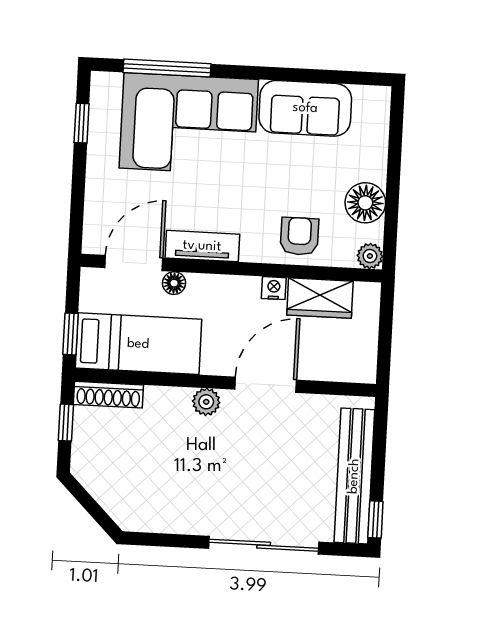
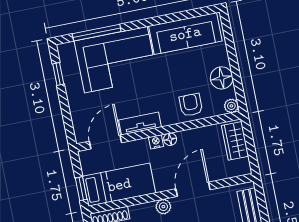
sofa: (305, 108) -> (185, 34), width x1.36
floor lamp: (174, 283) -> (170, 139), moved
nightstand: (274, 288) -> (156, 142), moved
wardrobe: (320, 298) -> (235, 141), moved, turned 90

